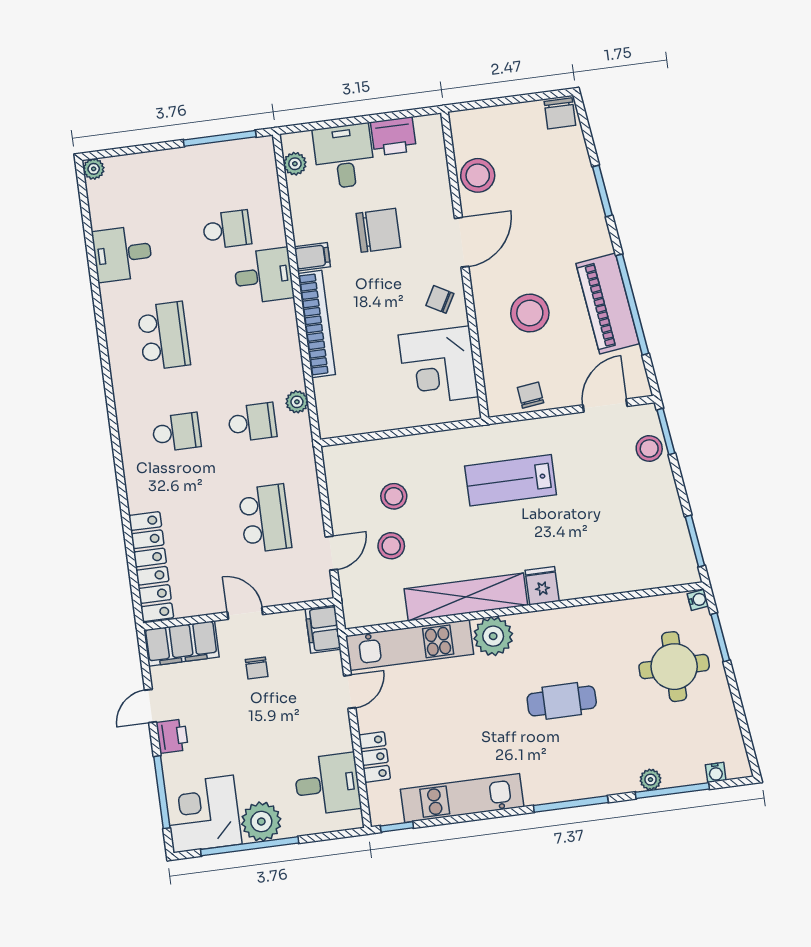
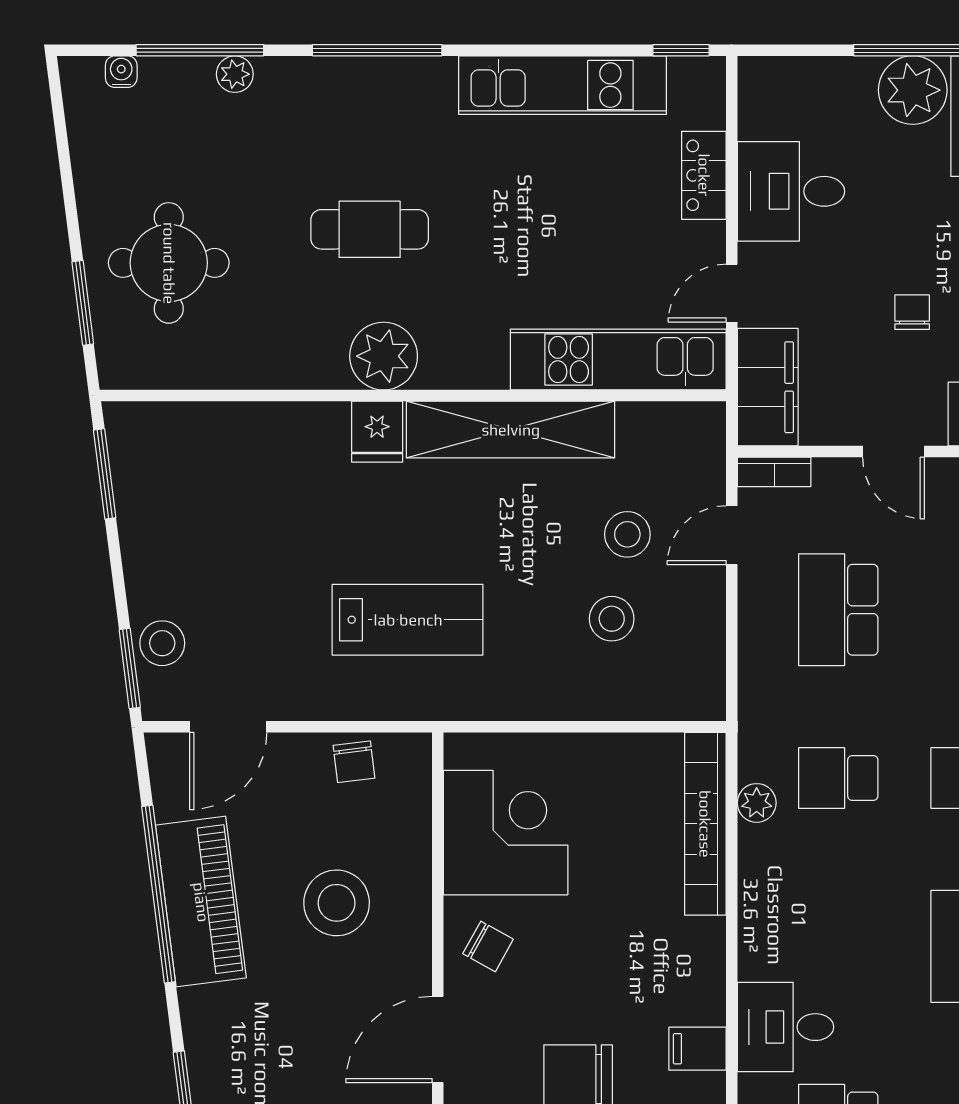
bookcase: (317, 324) -> (705, 824), moved
bookcase: (312, 593) -> (774, 472), added
water cooler: (698, 600) -> (113, 372), removed
filing cabinet: (323, 629) -> (768, 387), width x1.50, depth x1.17
plant: (493, 636) -> (384, 356), moved
chair: (257, 668) -> (912, 312), moved
desk: (327, 784) -> (791, 191), moved

